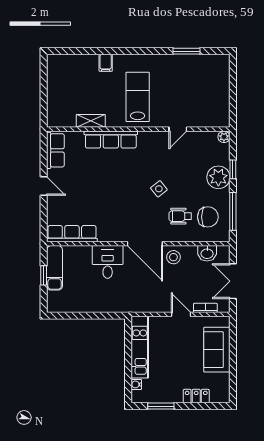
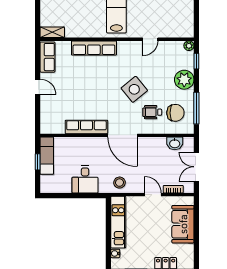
shelving: (91, 121) -> (52, 32), moved
window: (233, 169) -> (196, 61), moved
side table: (159, 189) -> (134, 89), width x1.87, depth x1.87
row of seats: (72, 234) -> (86, 127), moved
stool: (173, 257) -> (120, 183), moved
desk: (108, 262) -> (85, 179), moved, turned 180

